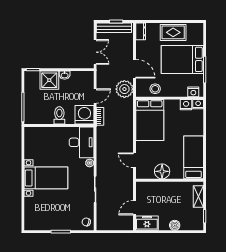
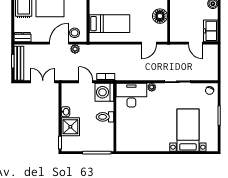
plant: (124, 89) -> (75, 49), width x0.53, depth x0.53
stool: (155, 89) -> (75, 33), moved
bed: (150, 120) -> (109, 24), width x0.67
bed with nightstands: (46, 178) -> (188, 130), moved

